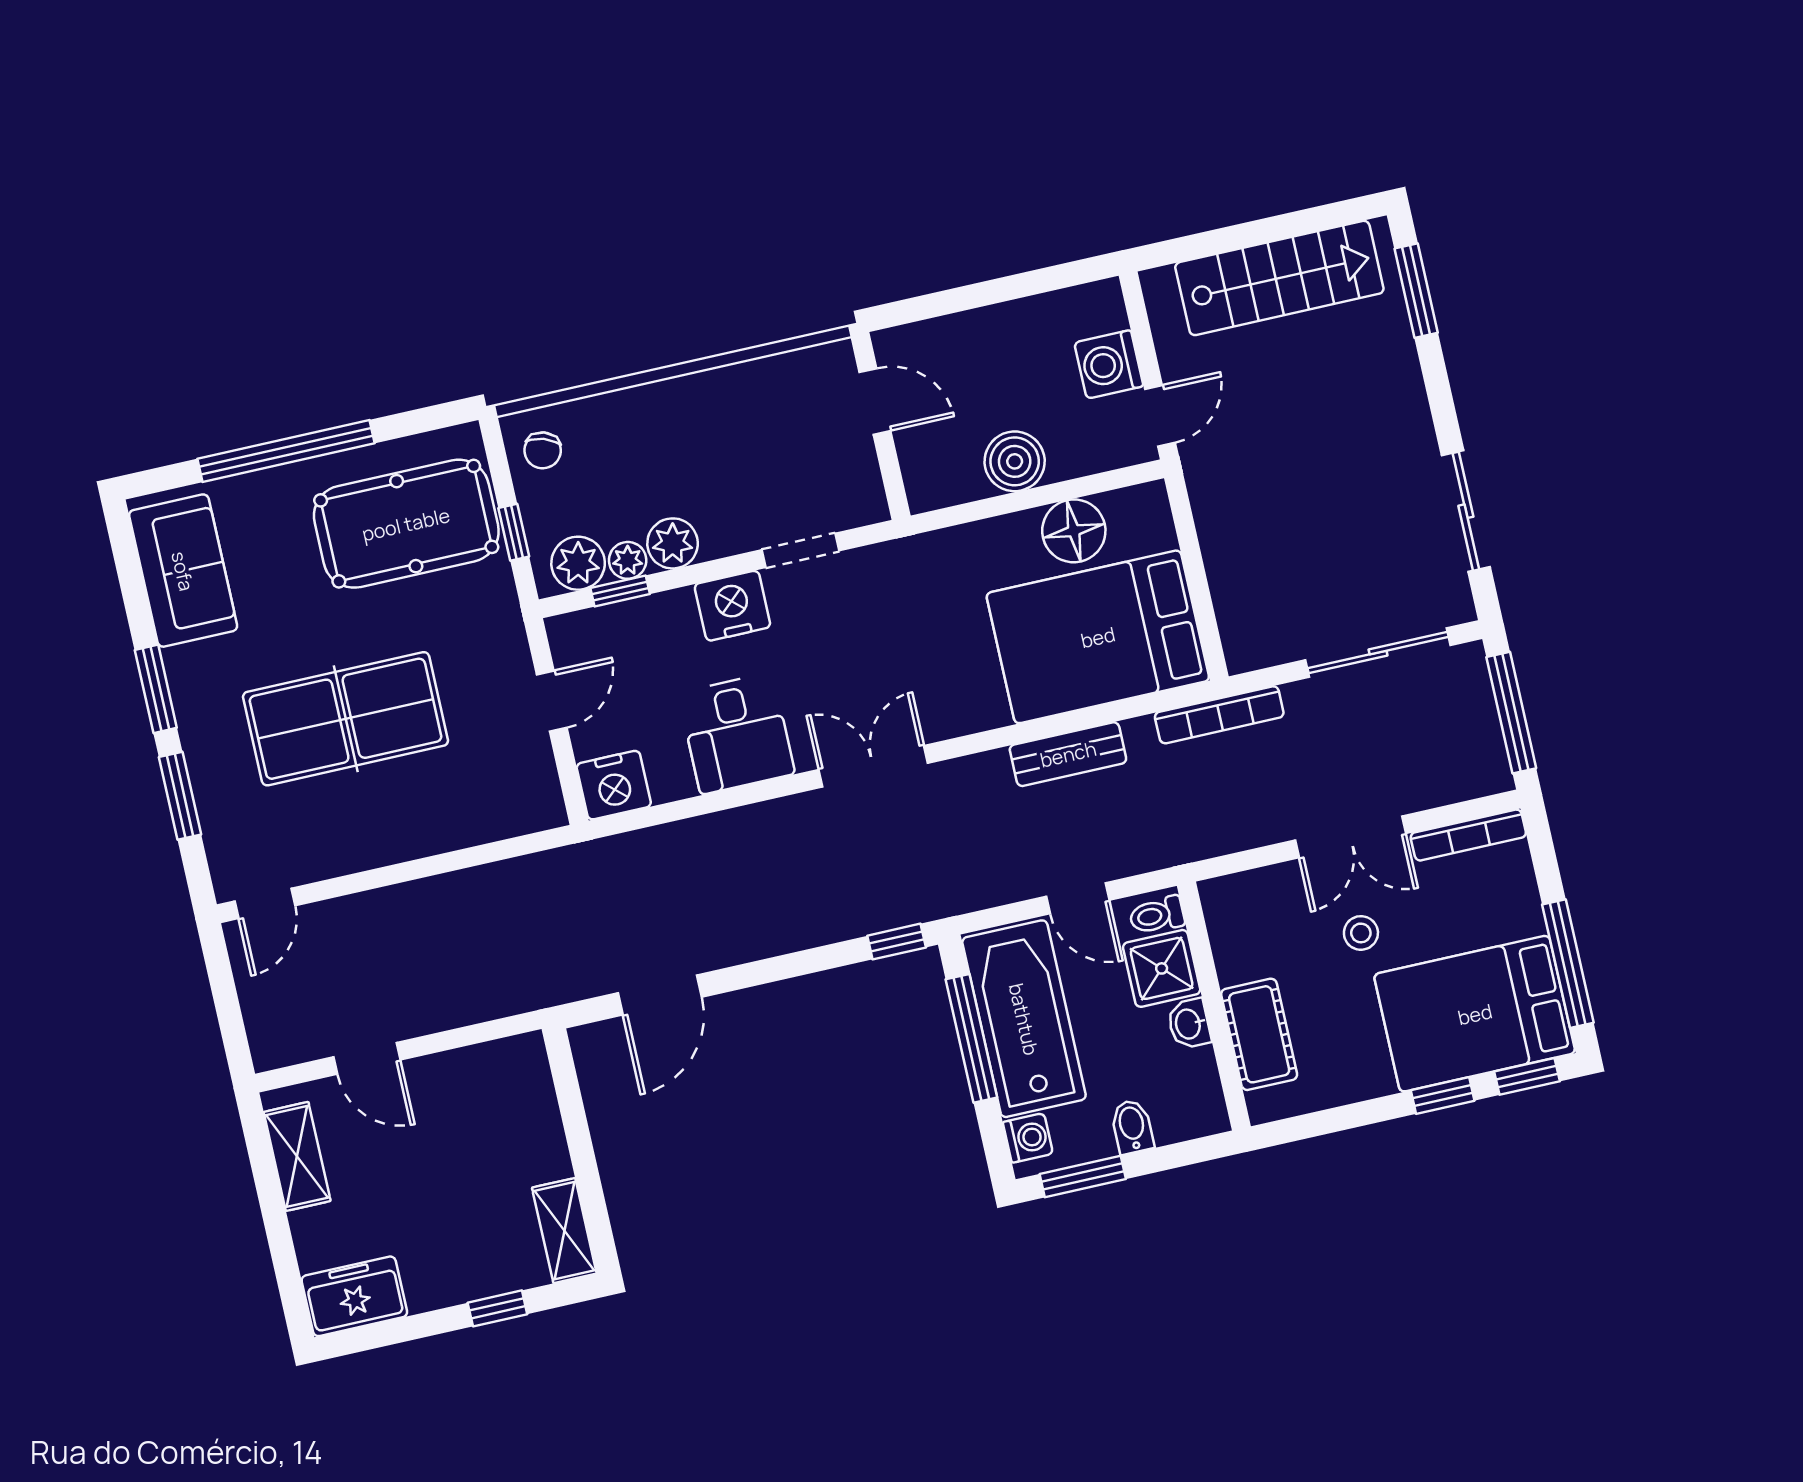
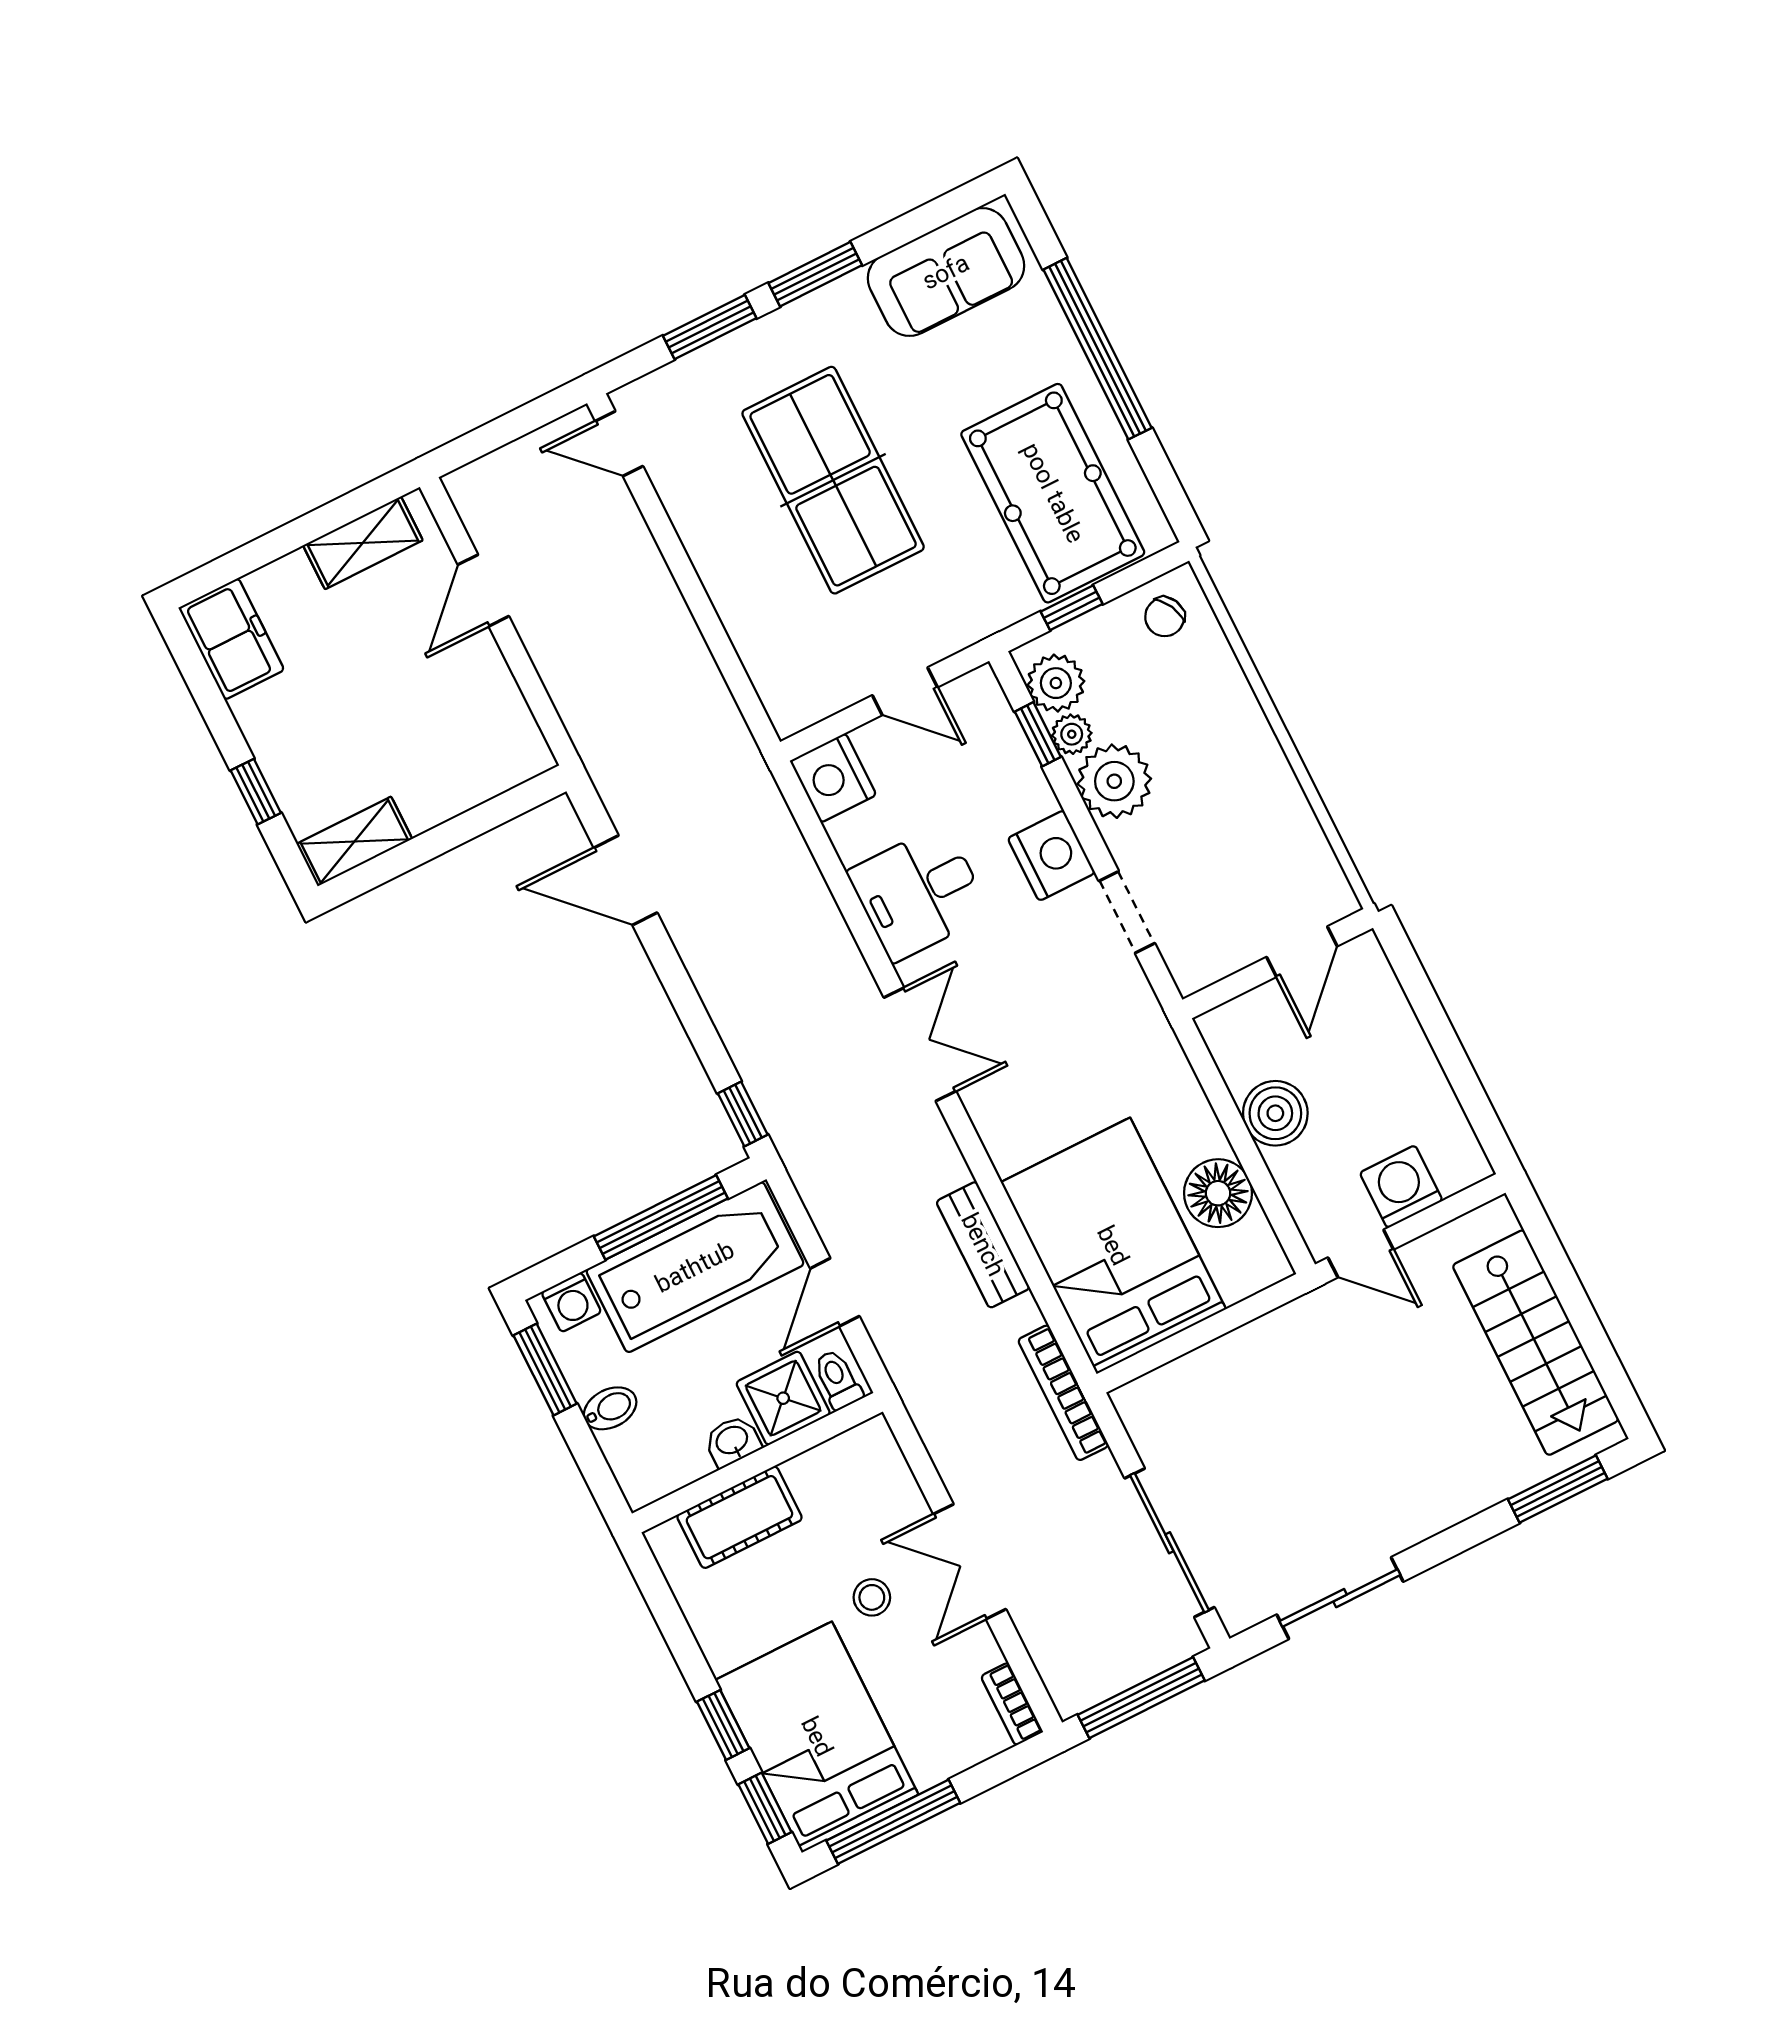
chair: (543, 450) -> (1165, 617), turned -45
plant: (673, 543) -> (1114, 781), width x1.36, depth x1.36
bookcase: (1468, 835) -> (1012, 1704), width x0.64

